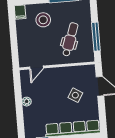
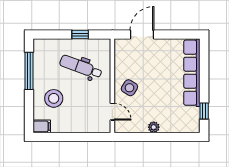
window: (96, 37) -> (80, 34), width x0.46
side table: (75, 95) -> (129, 88), moved

